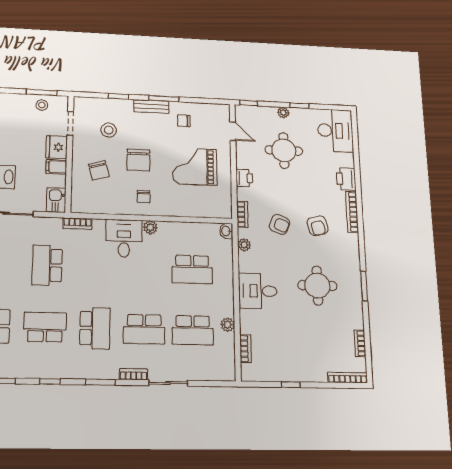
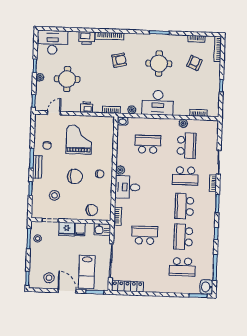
grand piano: (195, 166) -> (79, 140), turned 180
chair: (99, 170) -> (92, 210), moved
armchair: (279, 224) -> (194, 63), moved
school desk: (47, 265) -> (145, 235), turned 180
school desk: (192, 269) -> (148, 144), turned -90
desk: (258, 291) -> (158, 103), width x1.37
school desk: (95, 328) -> (184, 206), turned -90
school desk: (144, 329) -> (185, 176), turned 90

